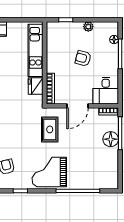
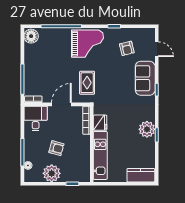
plant: (88, 27) -> (52, 173), width x1.88, depth x1.88
floor lamp: (111, 139) -> (31, 36), moved

